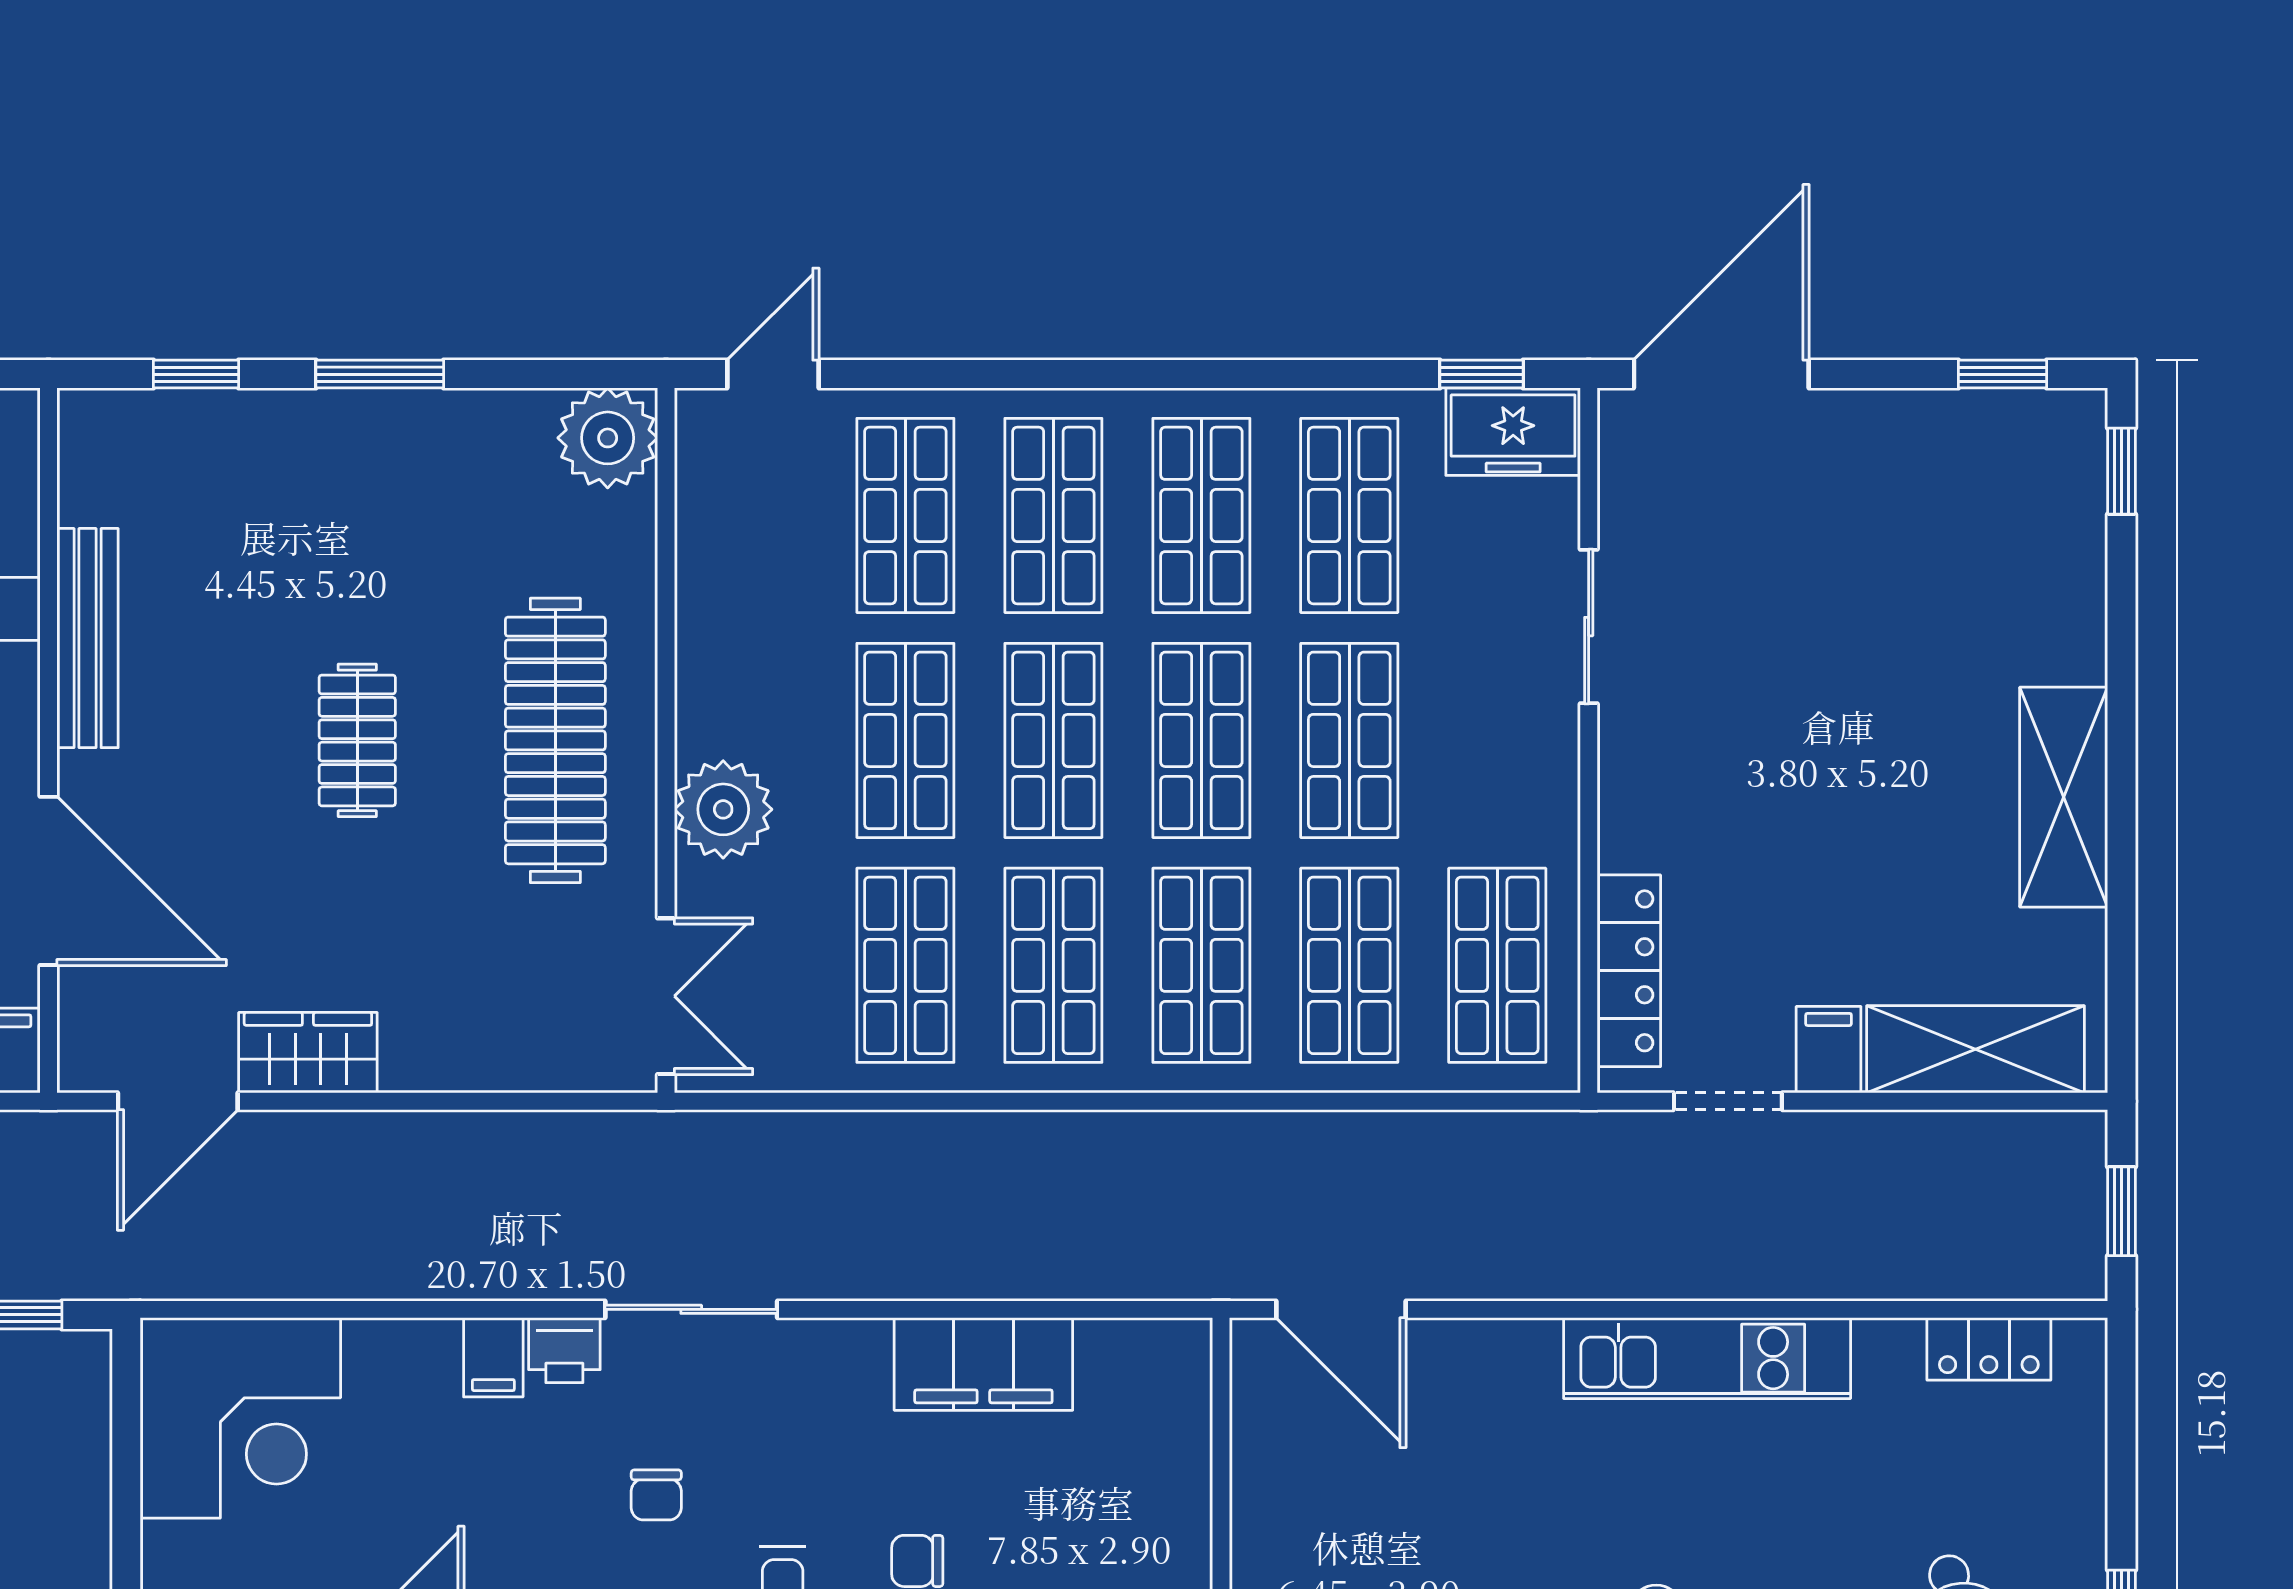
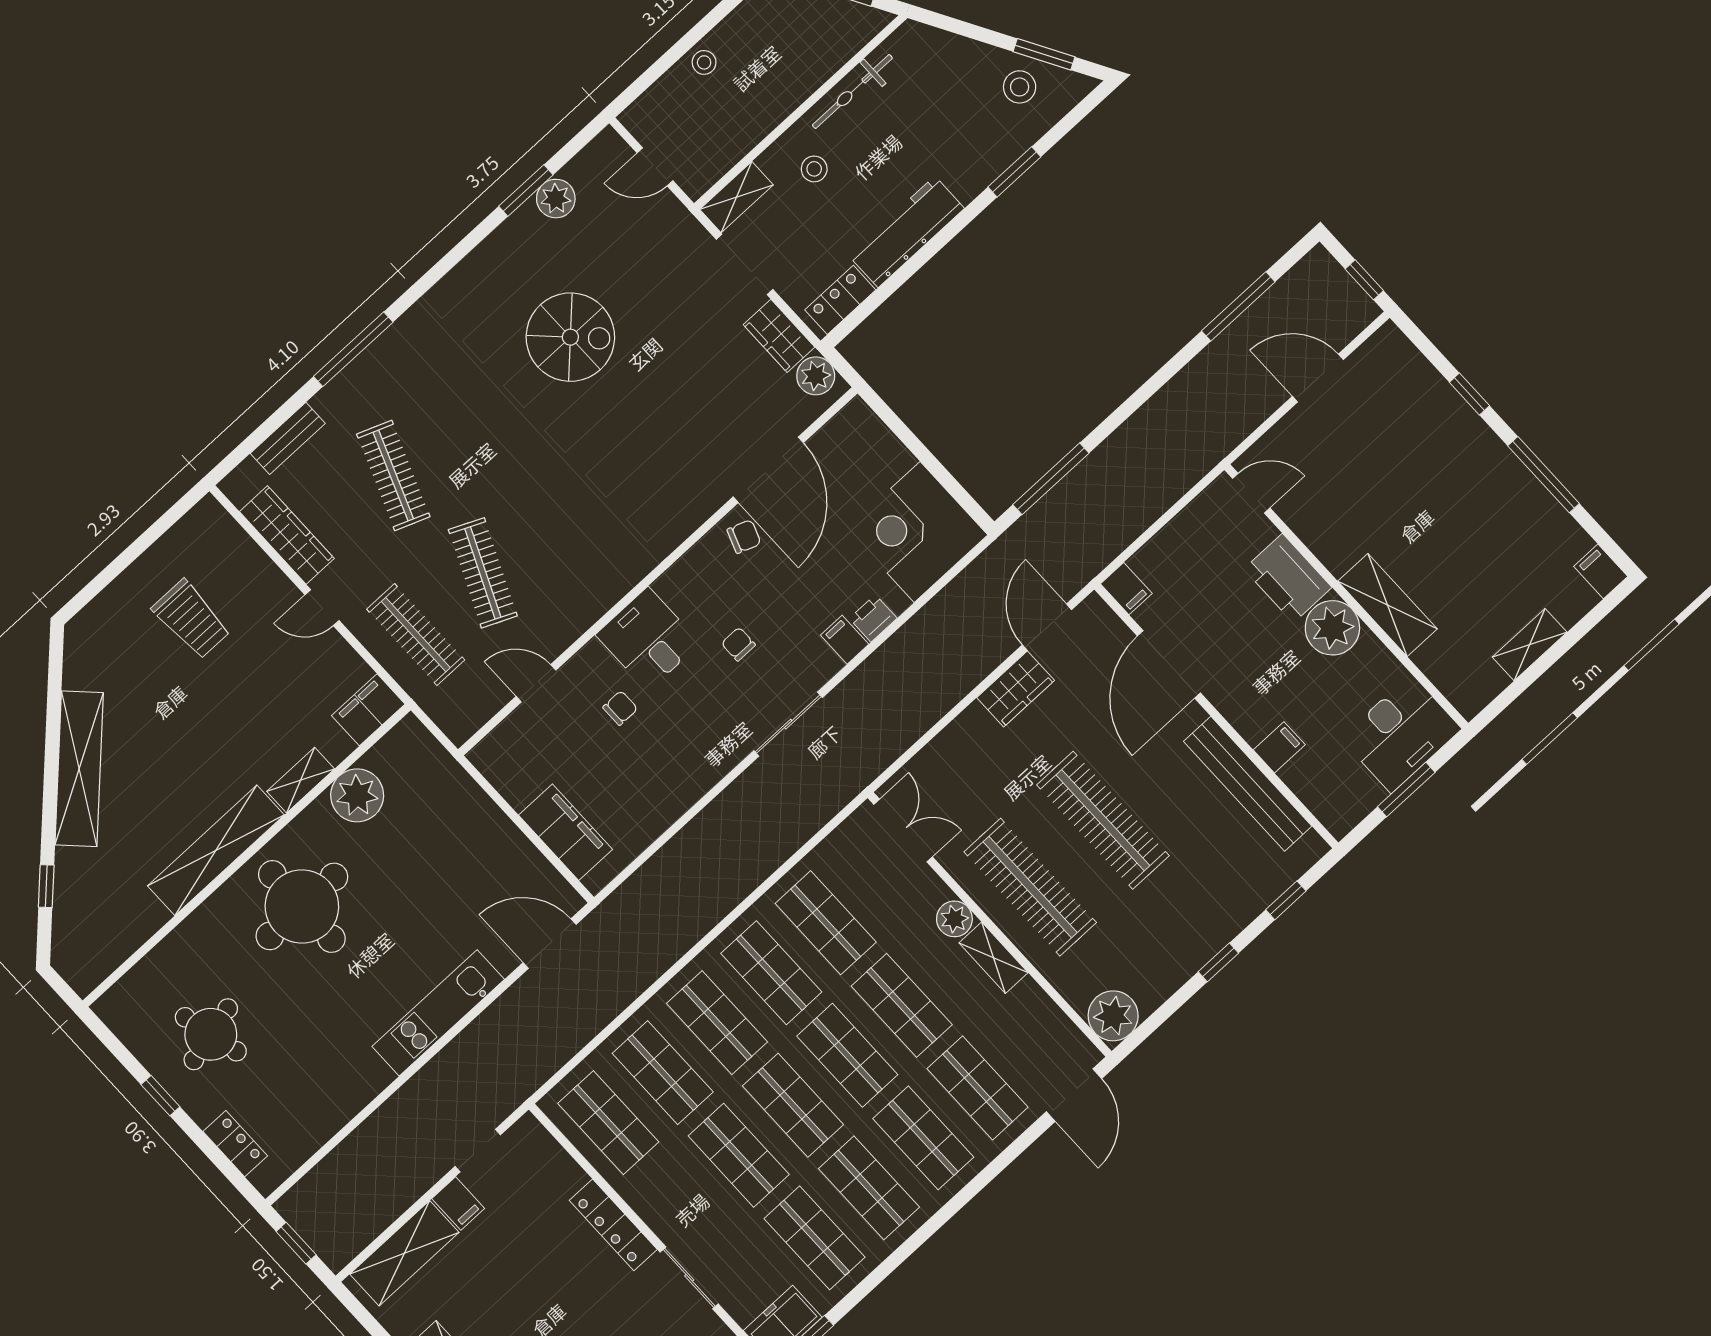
window: (380, 374) -> (1218, 962), width x0.67
door: (773, 374) -> (1074, 1095), width x1.38
bench: (88, 638) -> (1248, 784), width x1.37, depth x1.21
shelving: (705, 686) -> (993, 958), added
clothes rail: (357, 740) -> (1103, 820), width x1.86, depth x1.31
plant: (723, 809) -> (954, 919), width x0.73, depth x0.73
door: (49, 881) -> (1169, 664), hinge flipped
locker: (1629, 971) -> (613, 1225), moved
double door: (666, 996) -> (903, 831), swing flipped
locker: (1989, 1349) -> (235, 1144), moved, turned 90
printer: (564, 1350) -> (873, 618), moved
kitchen unit: (1707, 1358) -> (438, 1013), moved
filing cabinet: (983, 1364) -> (566, 832), moved, turned 90

